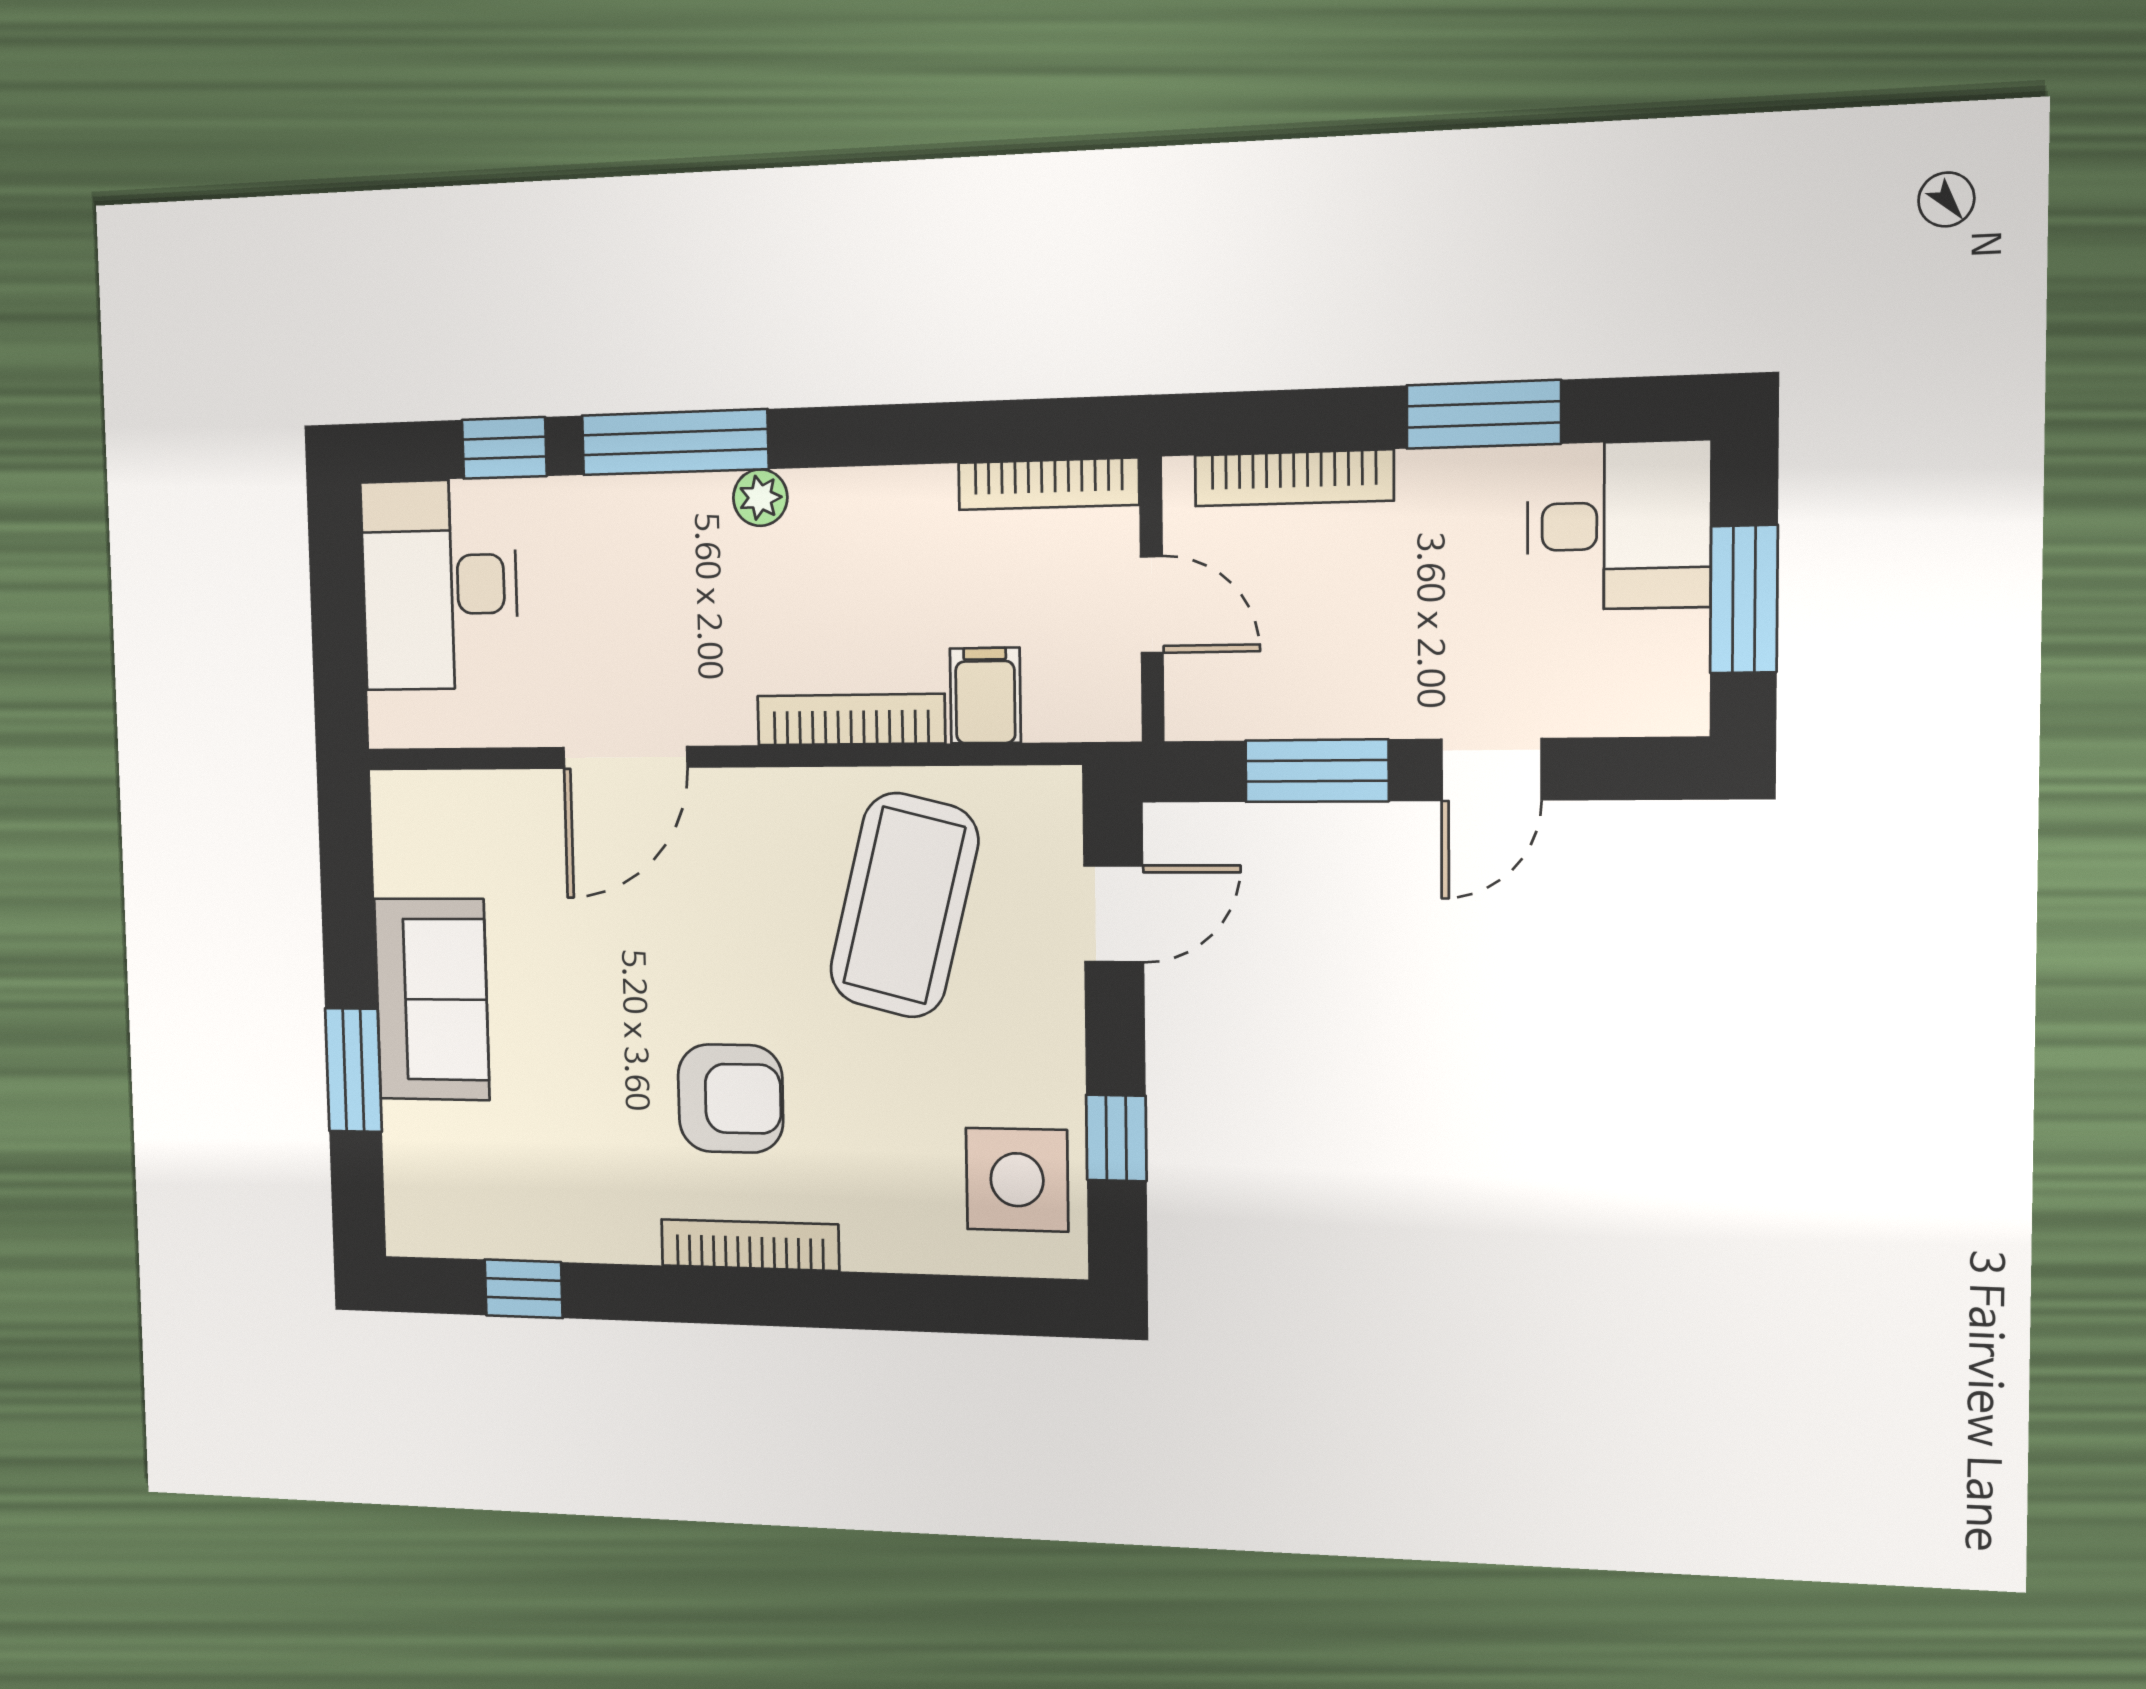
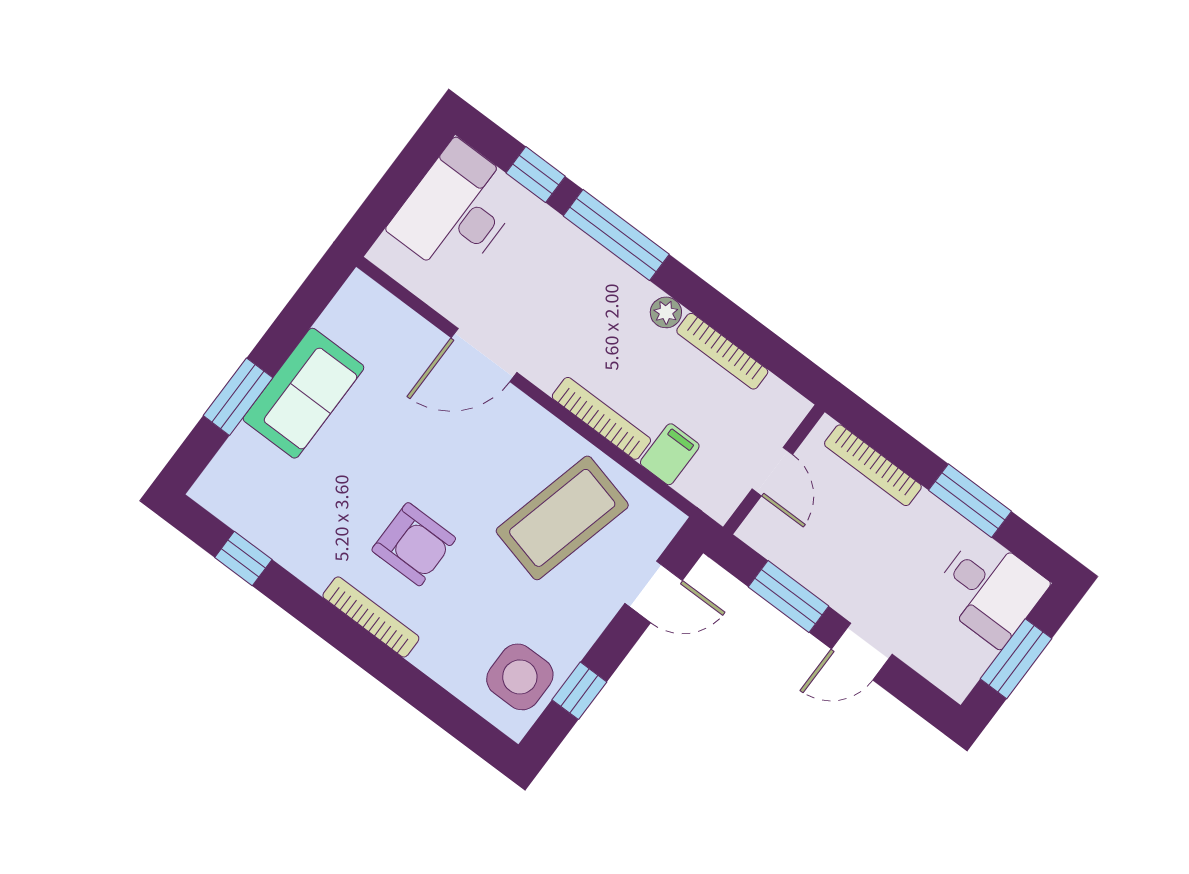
bookcase: (1048, 484) -> (722, 351), moved
plant: (760, 498) -> (666, 312), moved

